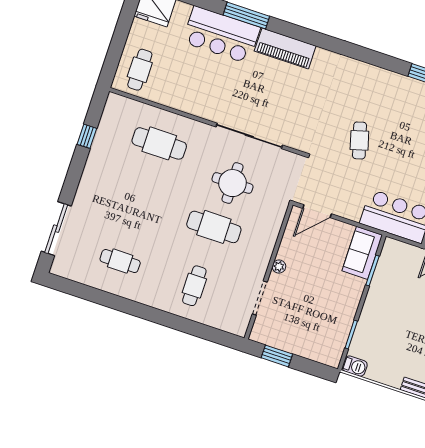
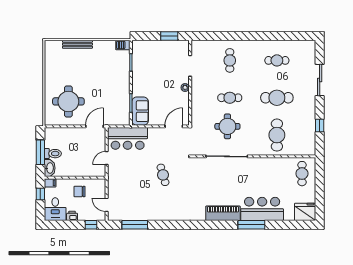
cafe table: (159, 143) -> (277, 135), turned 90
cafe table: (140, 202) -> (277, 98), added
cafe table: (214, 227) -> (230, 98), width x0.73, depth x0.74
sliding door: (56, 229) -> (320, 80), moved

